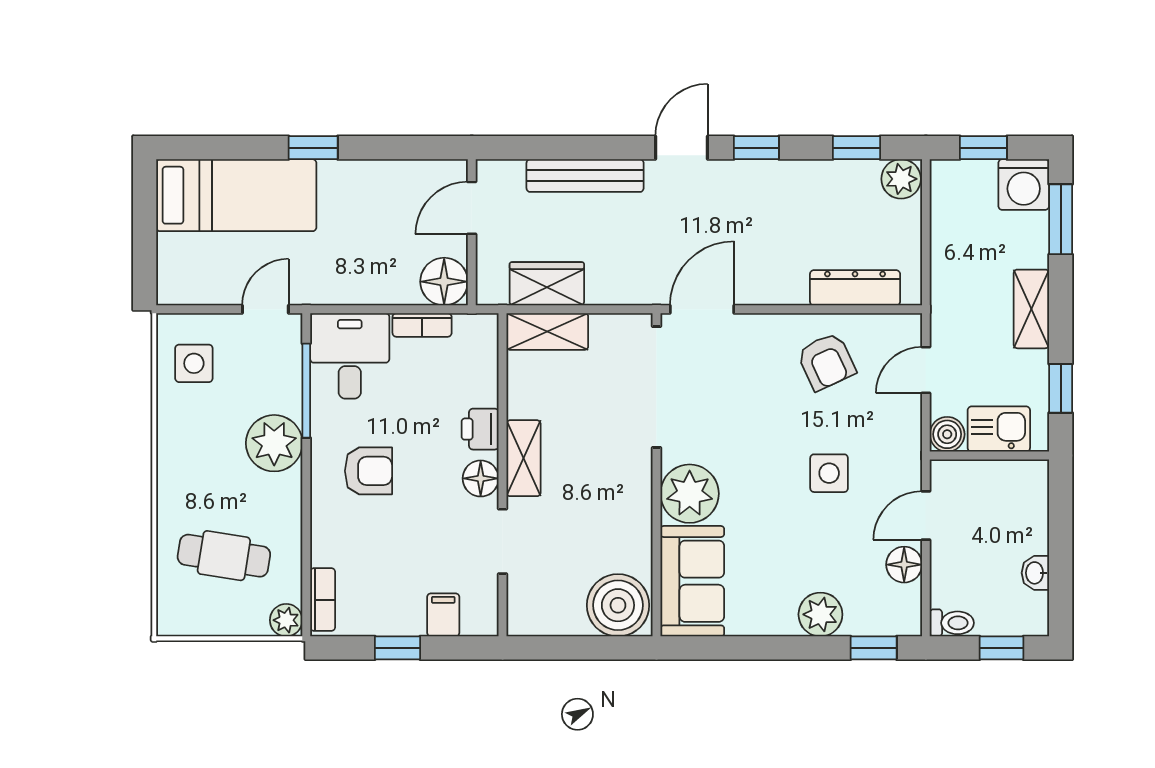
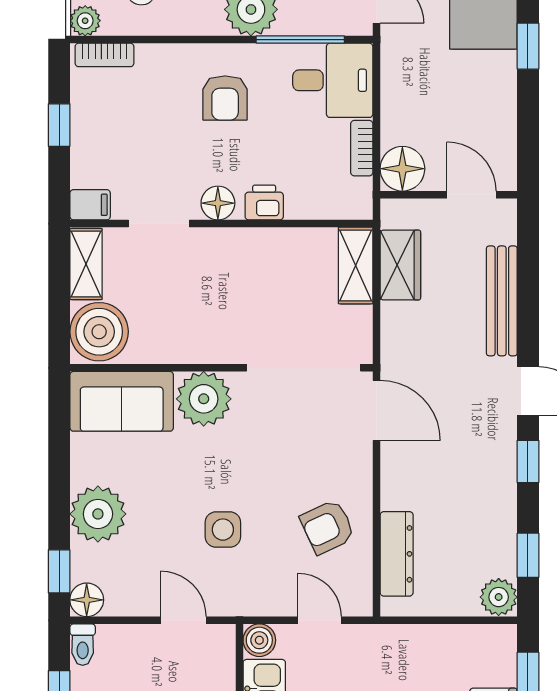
shelving: (524, 458) -> (86, 264), moved, turned 90
floor lamp: (904, 565) -> (87, 600), moved
plant: (820, 614) -> (98, 514), width x1.36, depth x1.36
filing cabinet: (443, 615) -> (90, 205), moved

